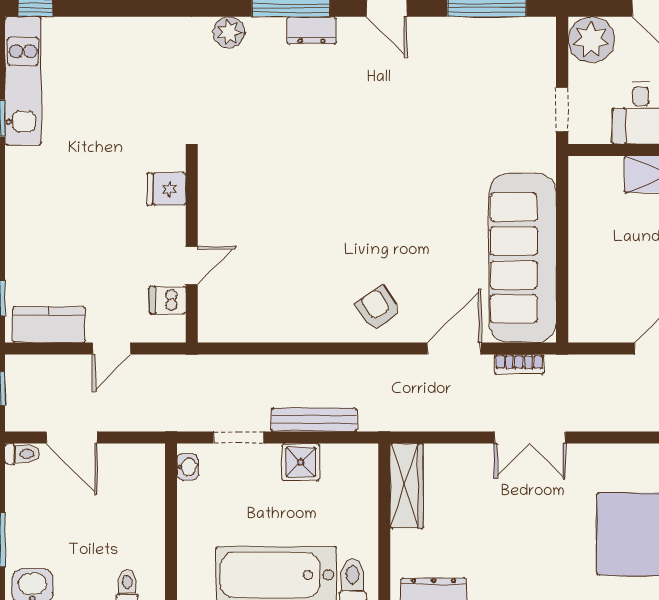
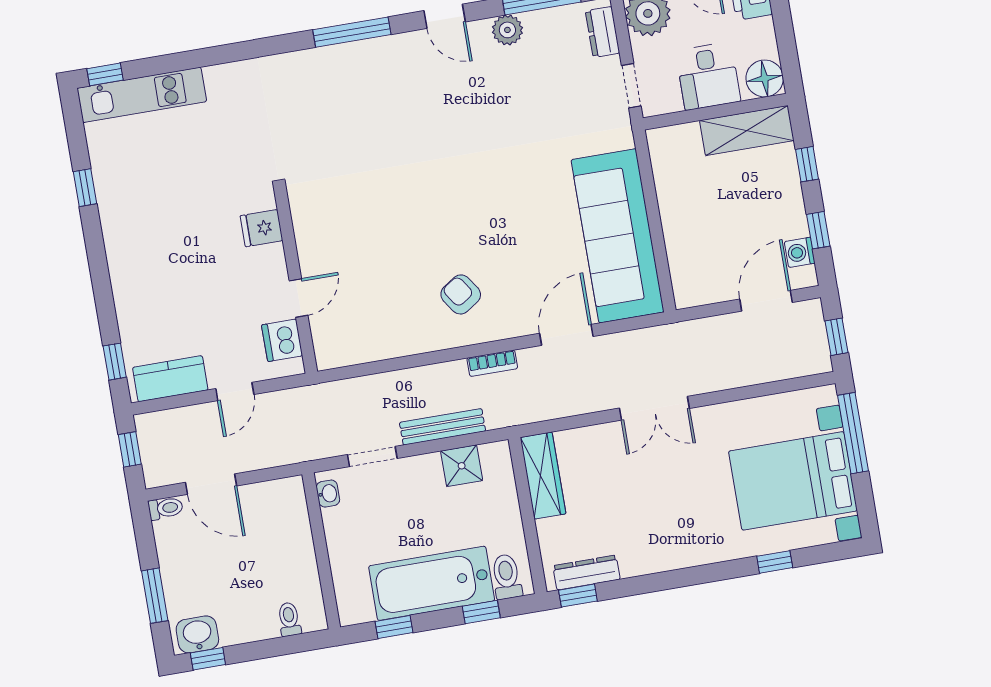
dresser: (312, 30) -> (603, 32), moved, turned 90
plant: (229, 32) -> (507, 30), moved
kitchen unit: (23, 81) -> (142, 95), moved, turned 90
dishwasher: (168, 300) -> (282, 340), width x1.38
armchair: (378, 308) -> (461, 294), moved
bookcase: (519, 364) -> (492, 363), moved
shower: (301, 462) -> (462, 466), moved

